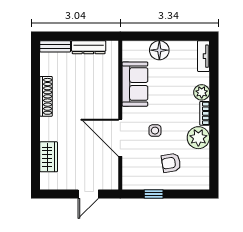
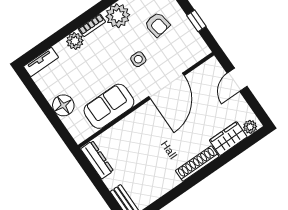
dresser: (89, 47) -> (97, 160), moved
shoe rack: (46, 96) -> (197, 164), moved
plant: (46, 179) -> (250, 127), added
door: (88, 194) -> (237, 80), swing flipped

